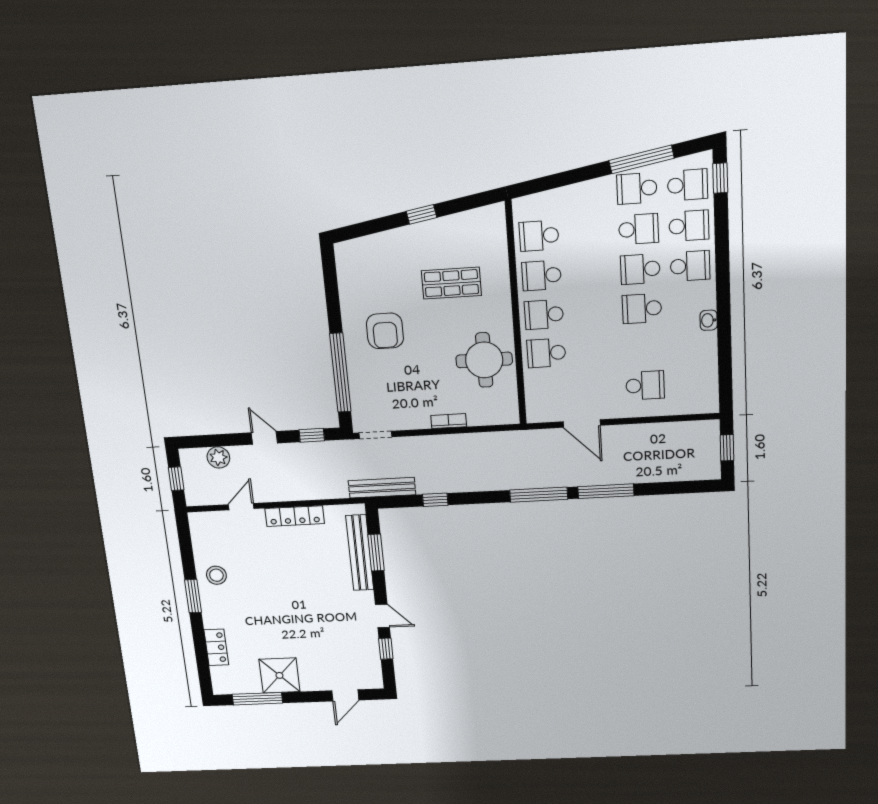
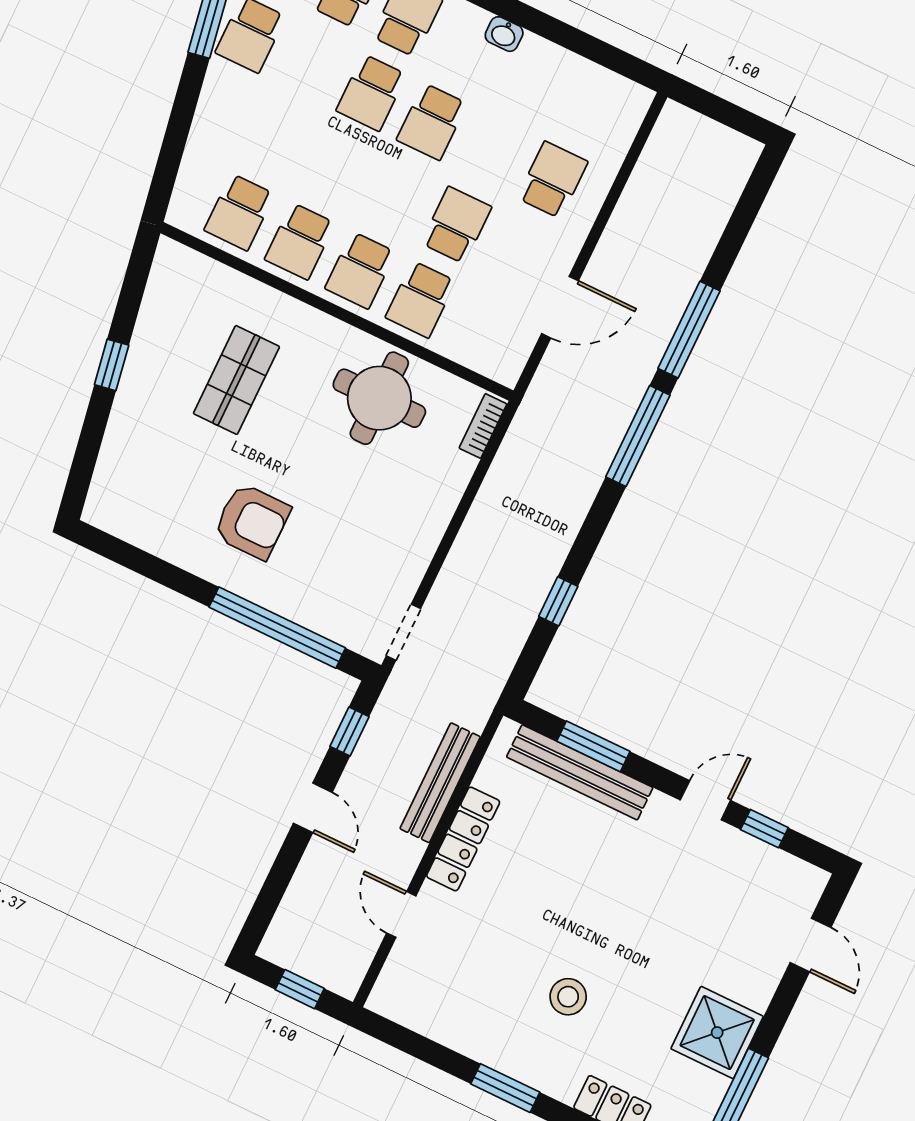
school desk: (639, 229) -> (456, 225), moved
bookcase: (449, 421) -> (483, 426), moved
door: (264, 438) -> (313, 808), swing flipped
window: (727, 448) -> (719, 110), removed
plant: (218, 457) -> (303, 900), removed
bench: (382, 488) -> (440, 783), moved
stool: (216, 575) -> (568, 997), moved

